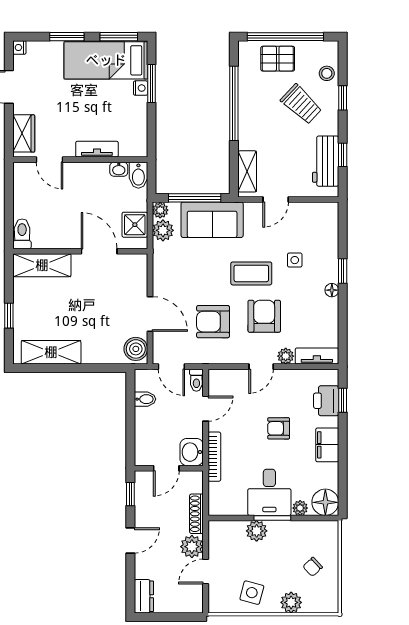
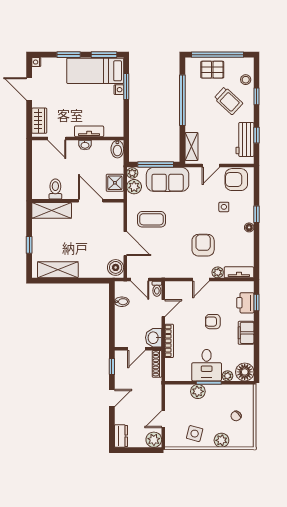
washbasin: (119, 169) -> (85, 145), moved
toilet: (22, 234) -> (55, 189), moved
coffee table: (251, 273) -> (151, 219), moved
armchair: (213, 322) -> (236, 180), moved
shoe rack: (196, 514) -> (157, 364), moved
plant: (192, 547) -> (154, 440), moved

